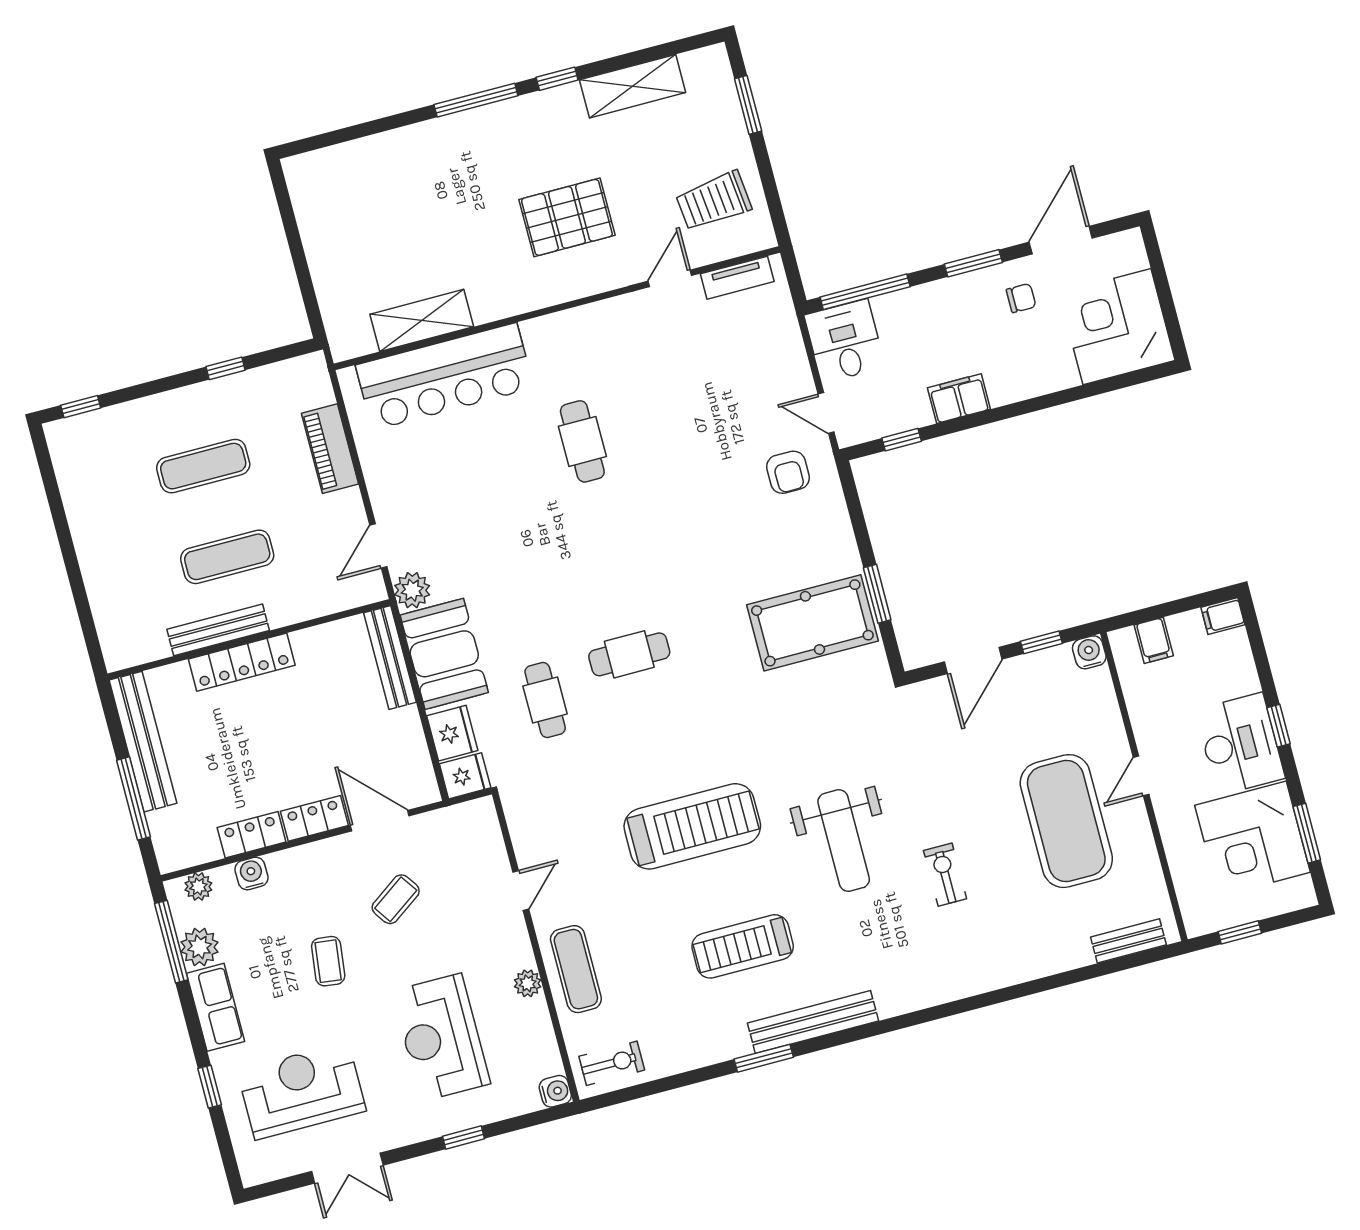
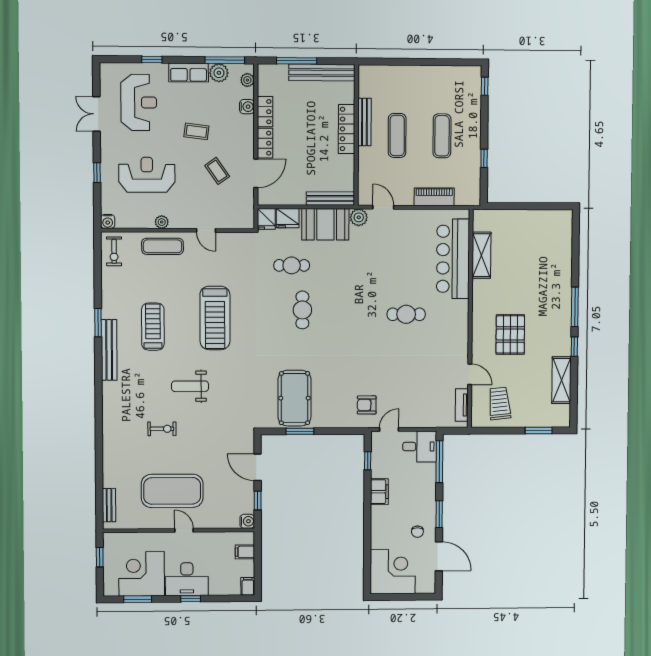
weight bench: (844, 841) -> (190, 386), width x0.73, depth x0.75

